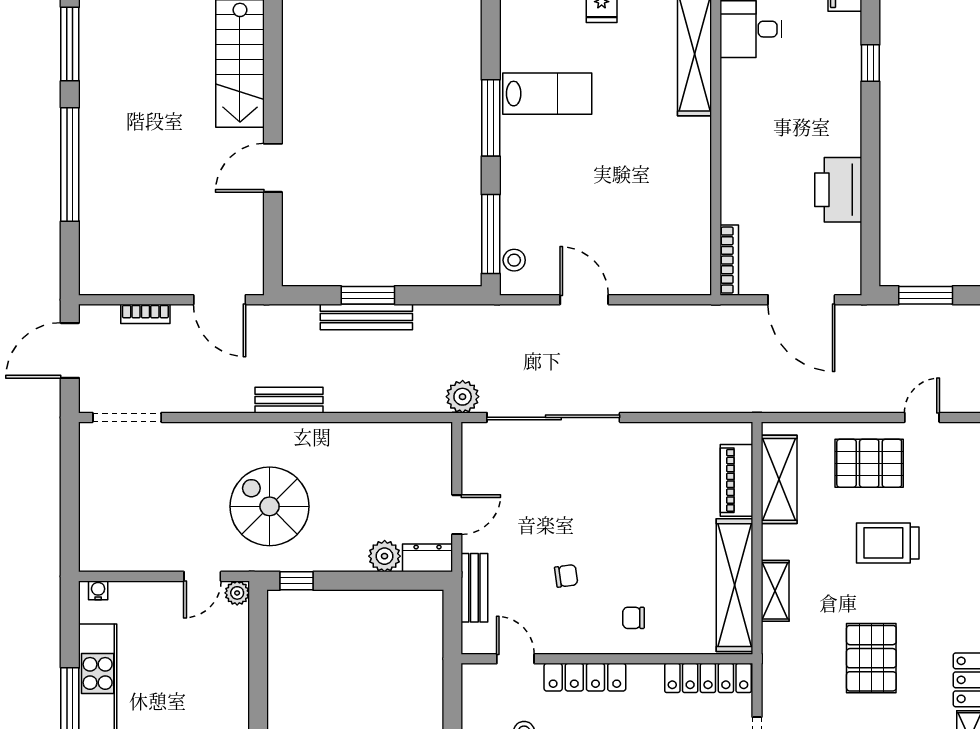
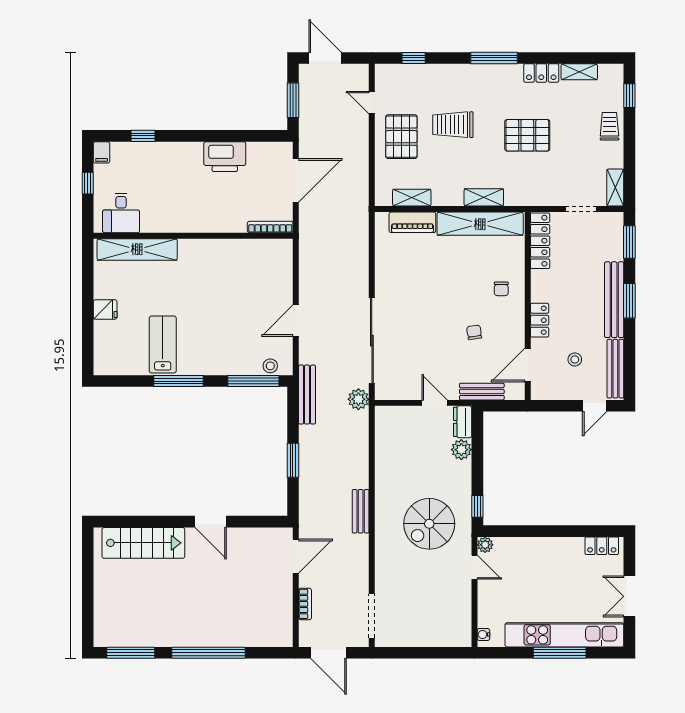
bench: (366, 317) -> (307, 395), moved
shelving: (779, 479) -> (412, 198), width x0.67, depth x0.75
trolley: (888, 543) -> (453, 125), turned 90
door: (515, 659) -> (528, 365), width x1.37
locker: (585, 677) -> (540, 320), width x0.66

